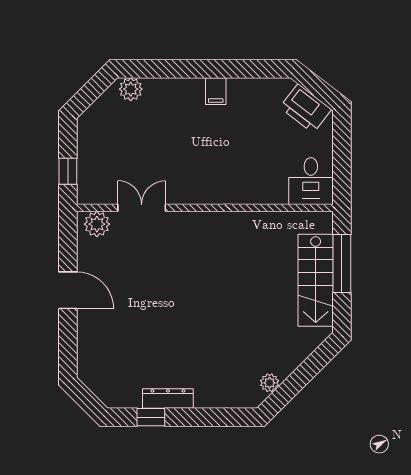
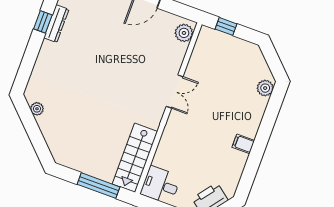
double door: (142, 208) -> (175, 92), moved
stairs: (316, 280) -> (135, 158), moved, turned -90
dresser: (168, 399) -> (56, 24), moved

